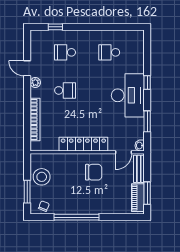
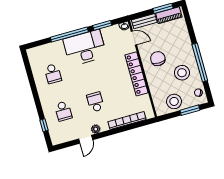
window: (147, 82) -> (69, 35), width x3.17
stool: (71, 194) -> (182, 73), added

